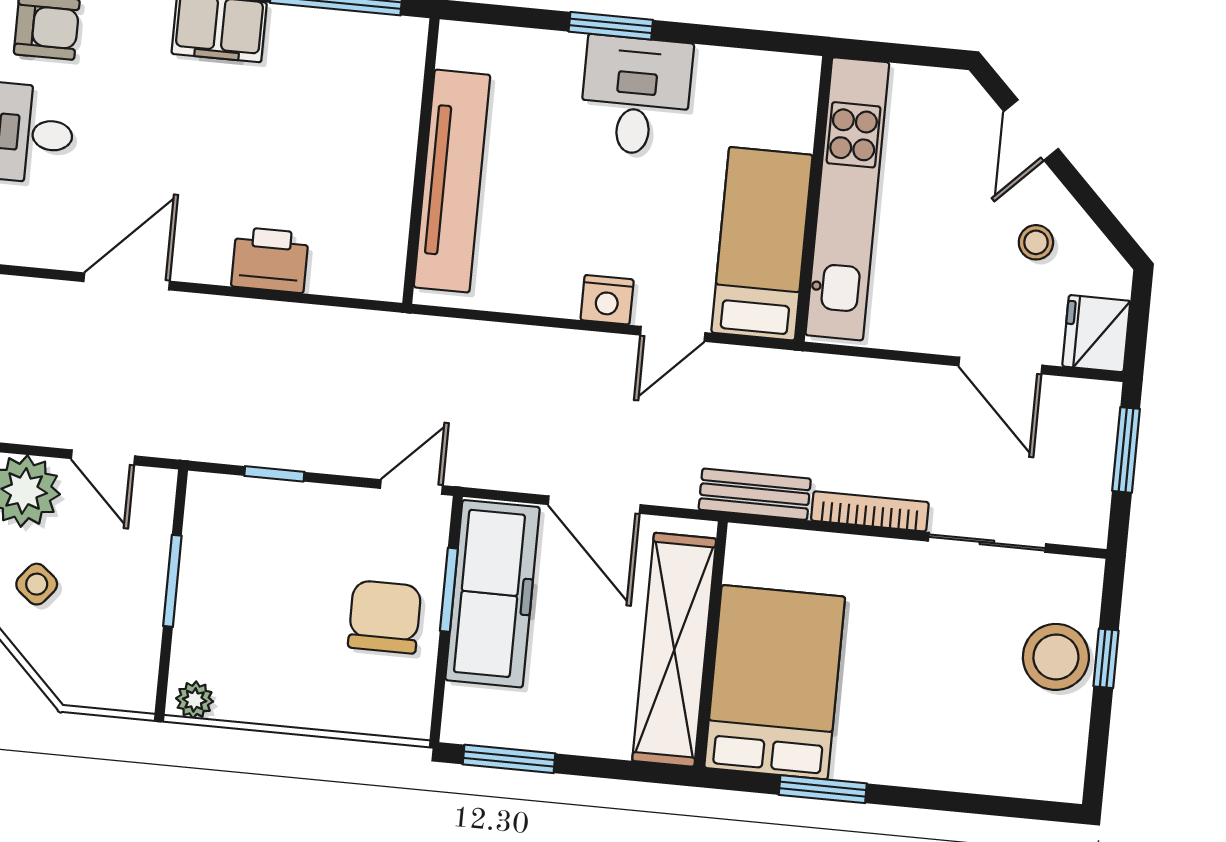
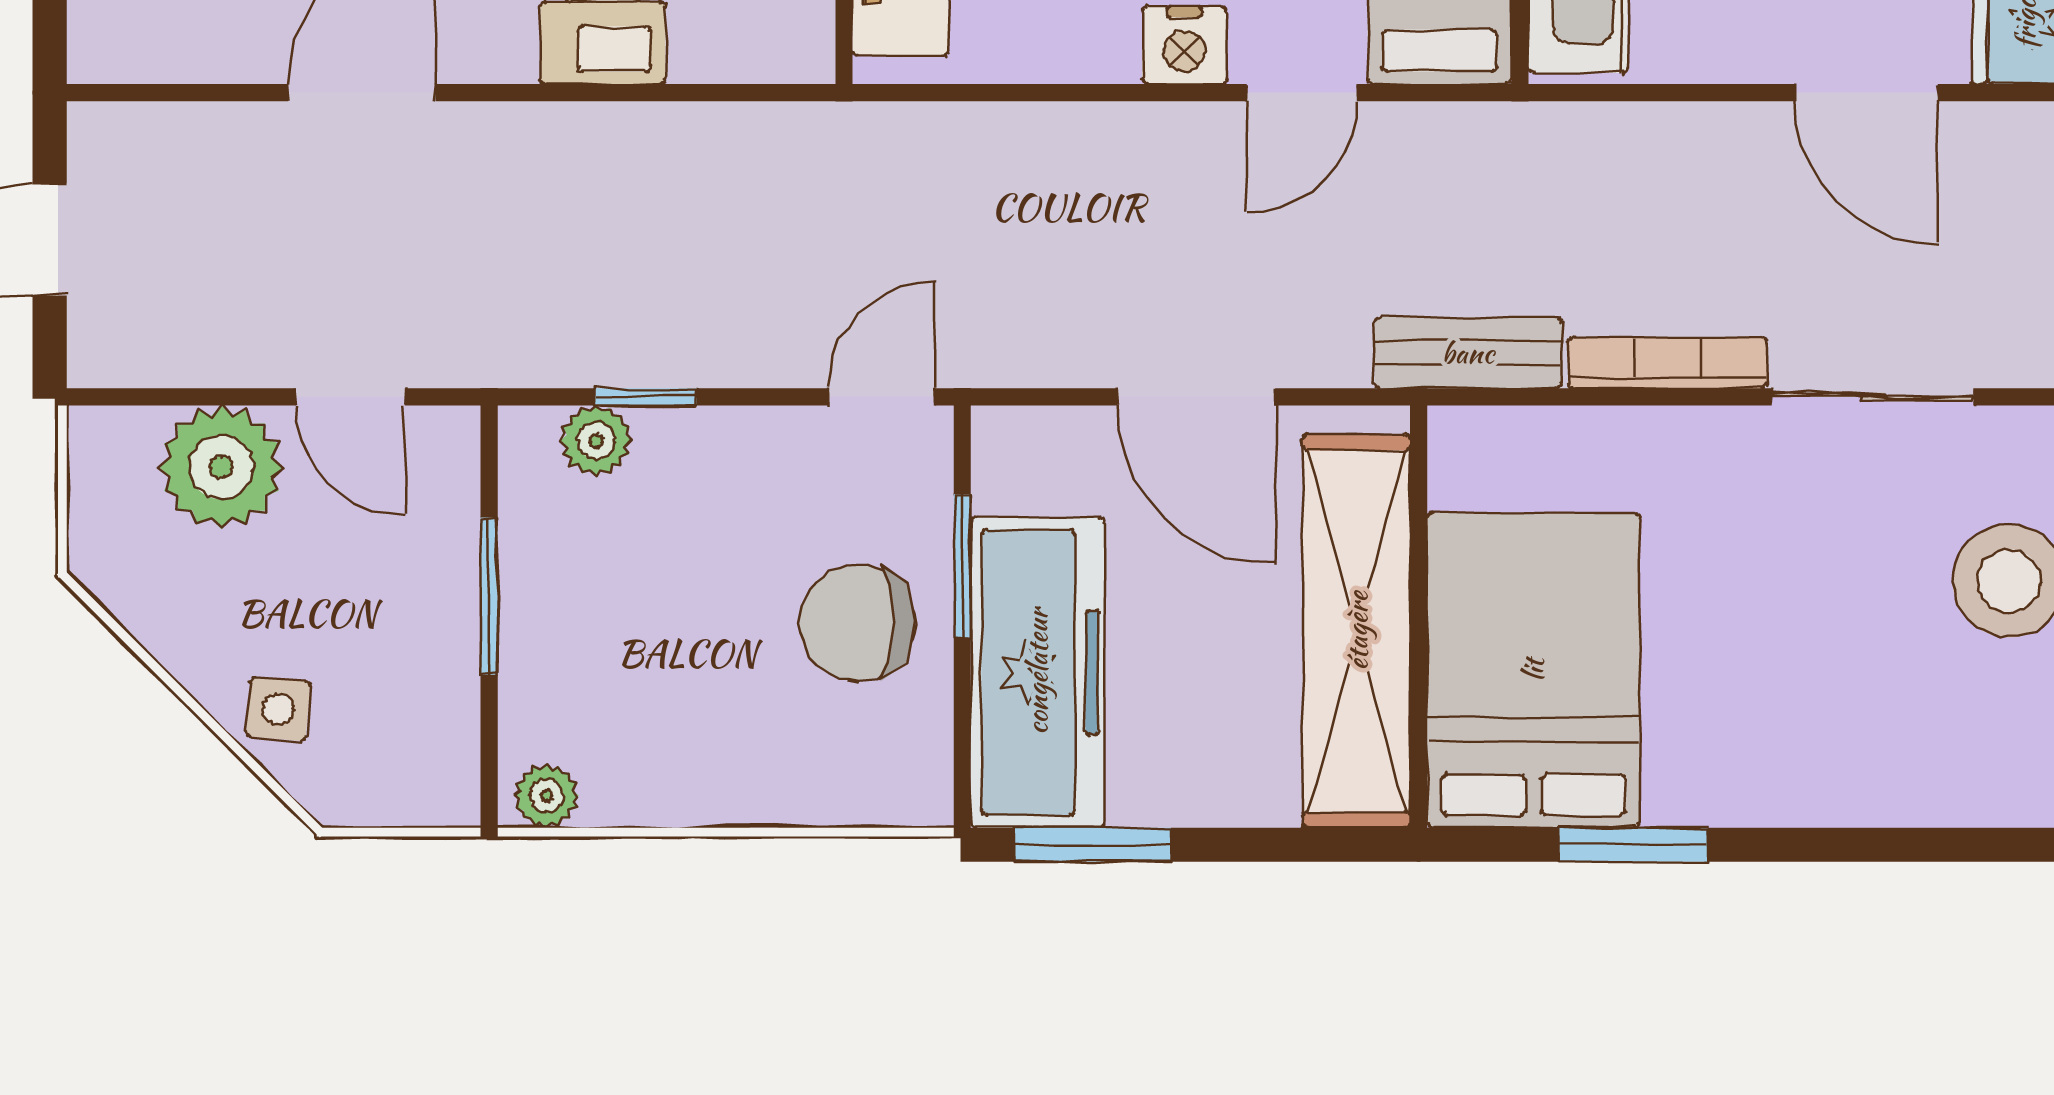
plant: (243, 497) -> (596, 441), added
side table: (37, 584) -> (278, 709), moved, turned -34
freezer: (493, 594) -> (1037, 672), moved
chair: (385, 617) -> (857, 623), turned -90

